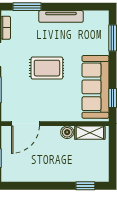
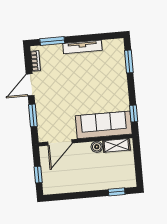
rug: (47, 68) -> (74, 93), removed
sofa: (95, 87) -> (104, 125), moved, turned 90

